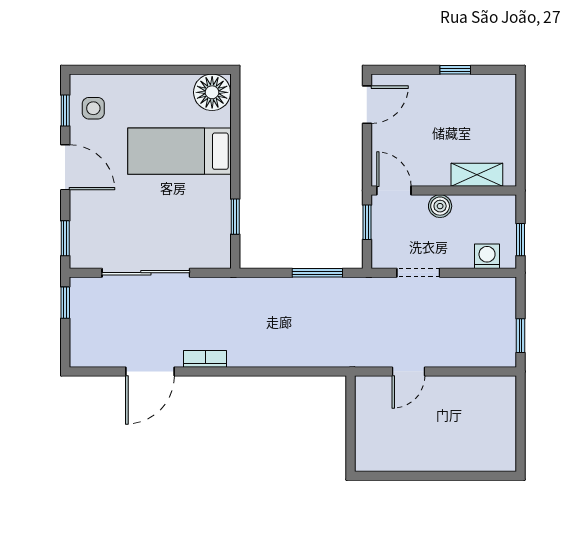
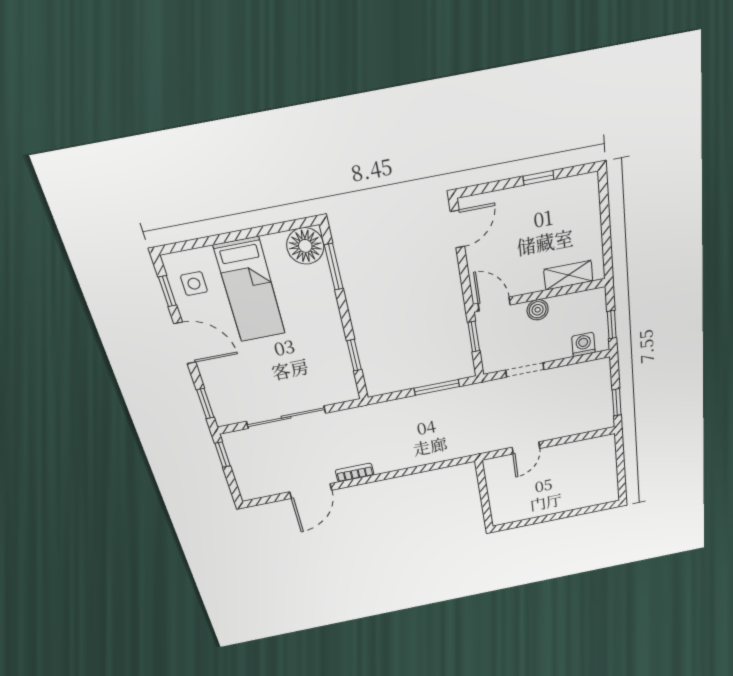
window: (235, 118) -> (334, 267), added
bed: (180, 151) -> (250, 290), moved, turned -90

